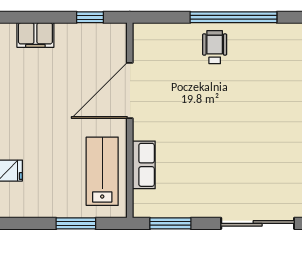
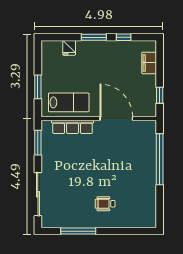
window: (234, 17) -> (160, 159), moved
wheelchair: (215, 47) -> (105, 204), moved, turned 180
row of seats: (144, 165) -> (73, 127), width x1.48

